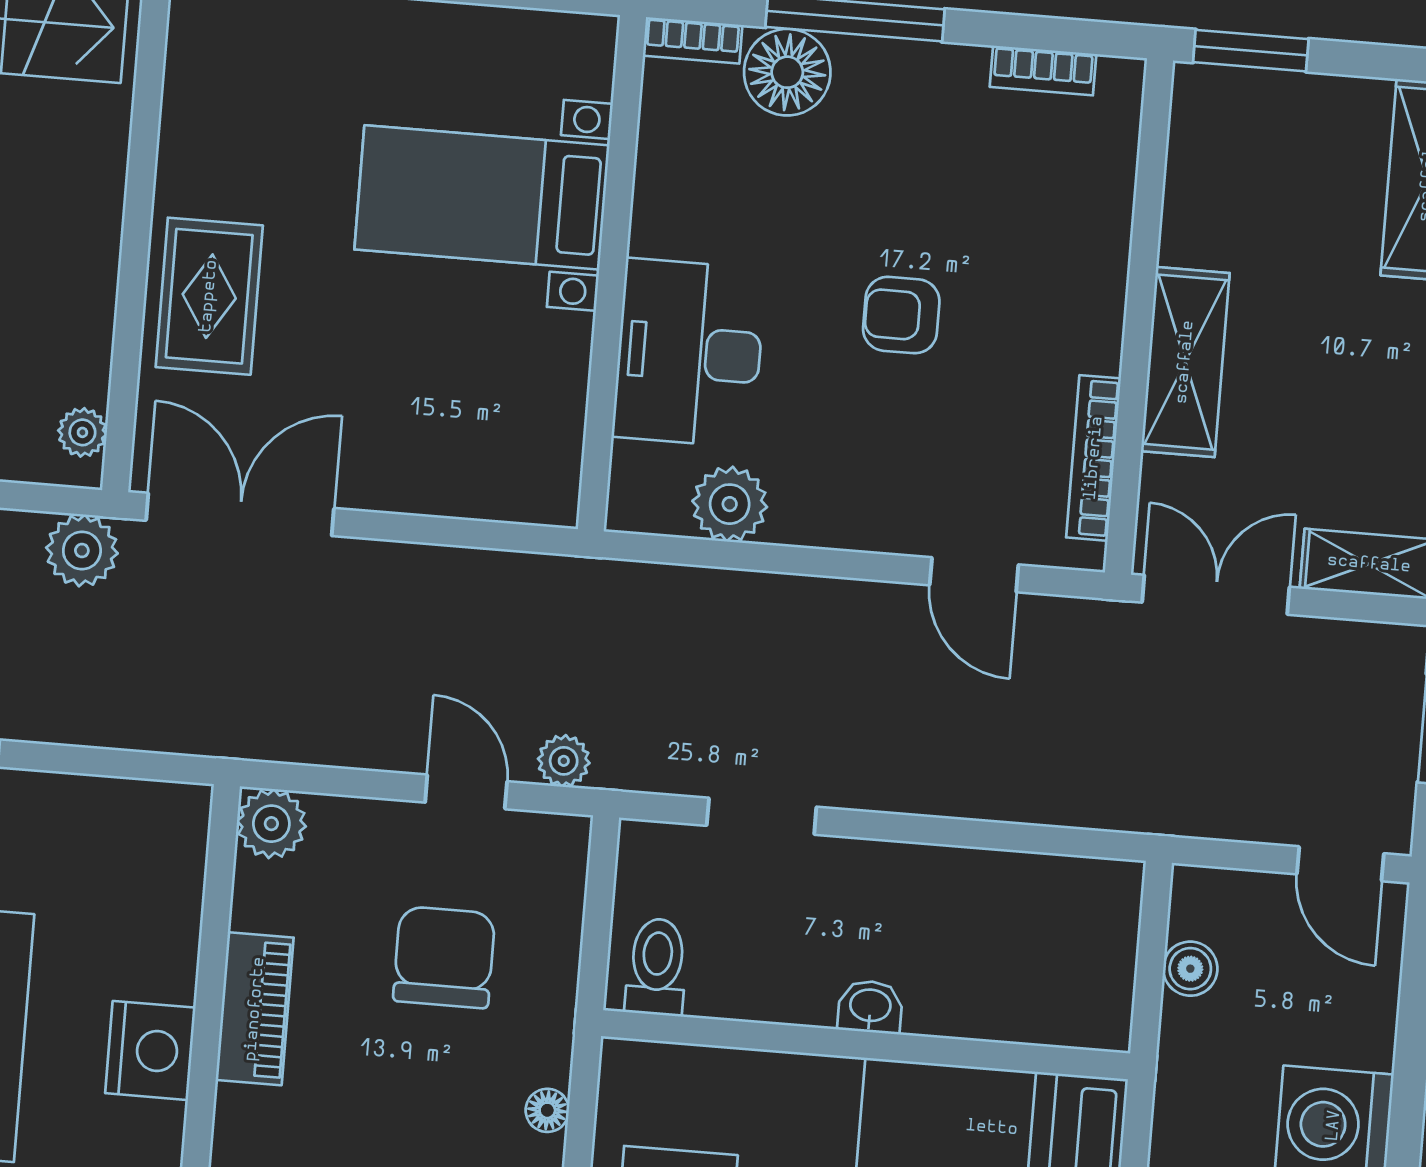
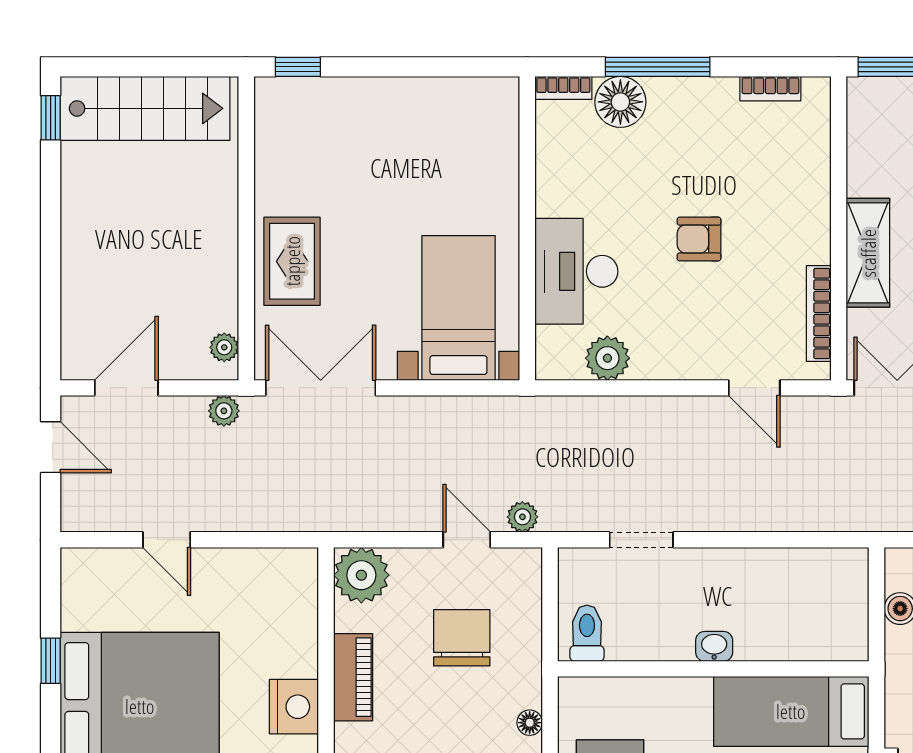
bed with nightstands: (482, 197) -> (458, 308), moved, turned 90
plant: (82, 551) -> (224, 411), width x0.73, depth x0.73
plant: (271, 824) -> (361, 575), width x1.36, depth x1.36

